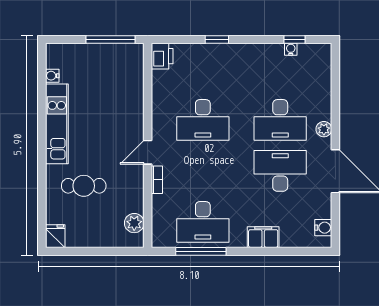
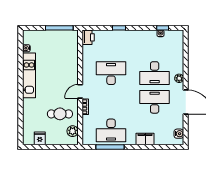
desk: (203, 120) -> (111, 73), turned 180
cafe table: (84, 186) -> (60, 114), moved
fridge: (55, 236) -> (40, 138), moved

